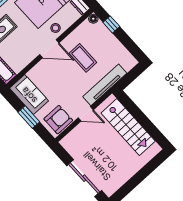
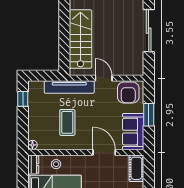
window: (111, 24) -> (23, 99), moved
stool: (56, 28) -> (56, 164), moved
door: (49, 49) -> (104, 152), moved
armchair: (58, 120) -> (128, 93), turned -90

